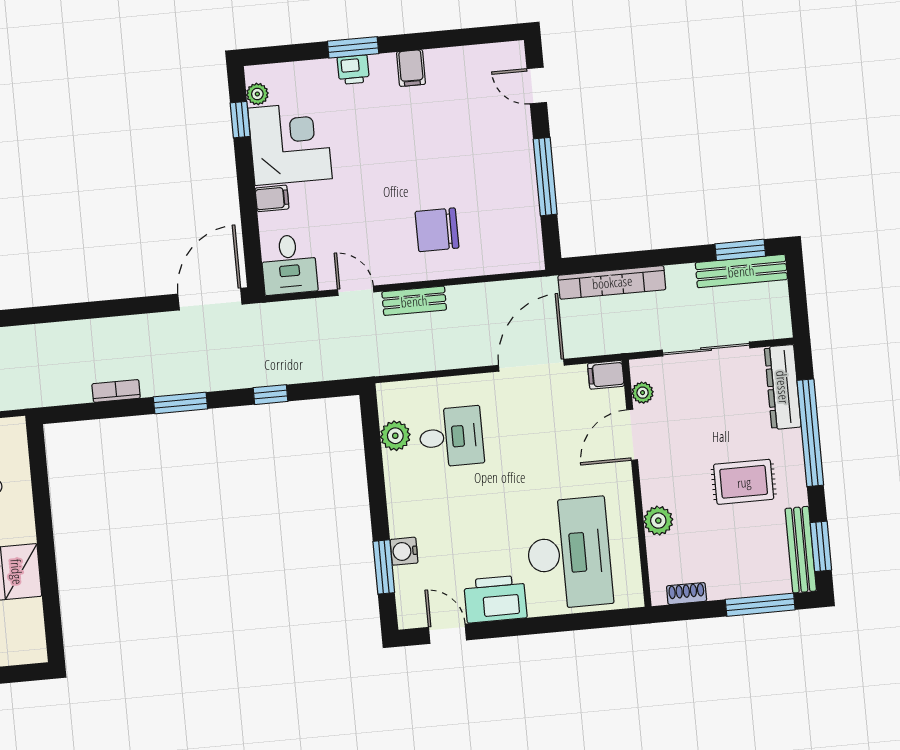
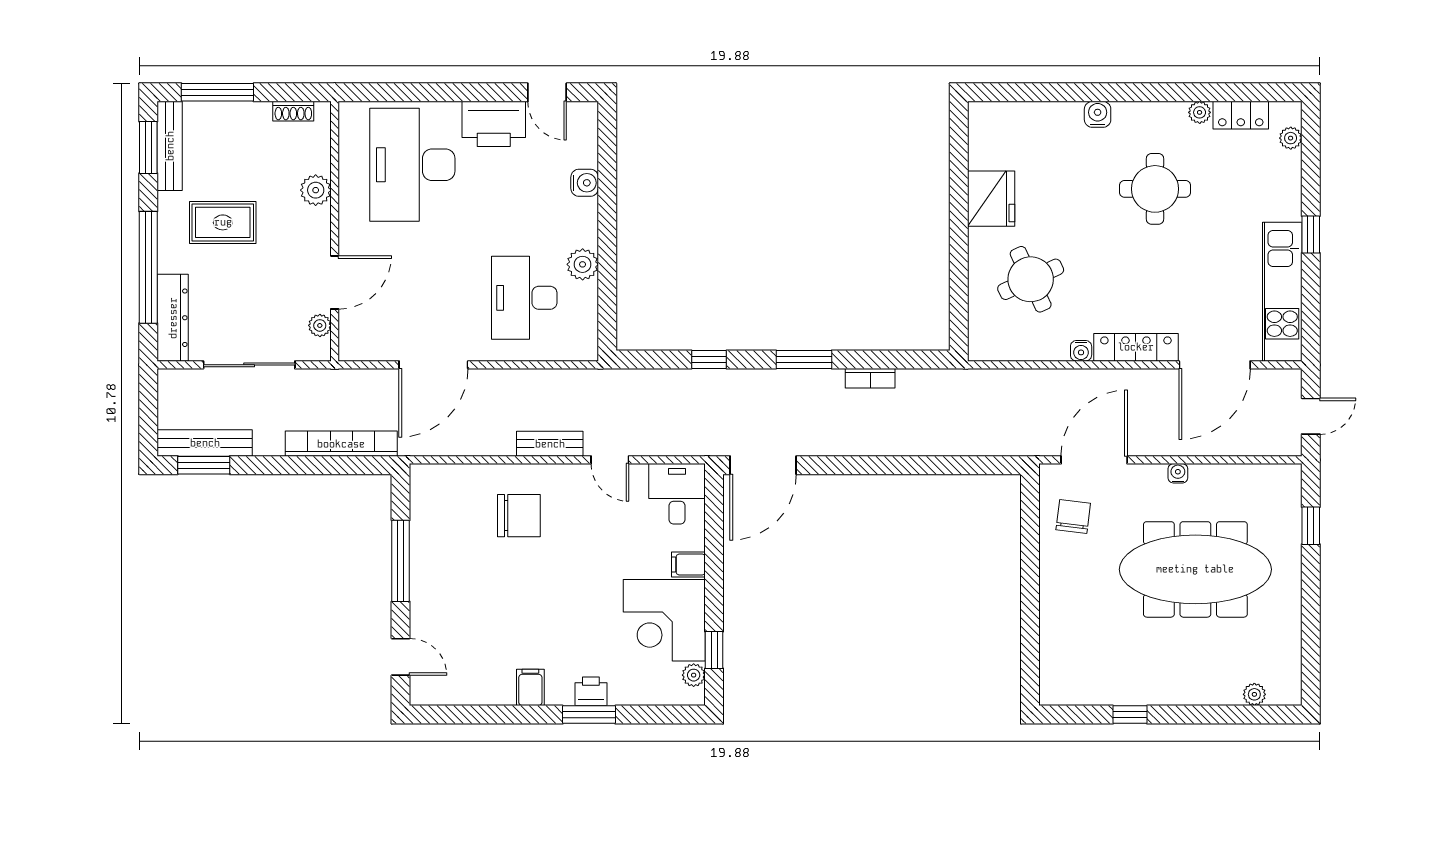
filing cabinet: (606, 375) -> (356, 348), removed
plant: (395, 436) -> (583, 264), moved
desk: (451, 437) -> (524, 298), width x1.37
window: (384, 567) -> (607, 168), removed

